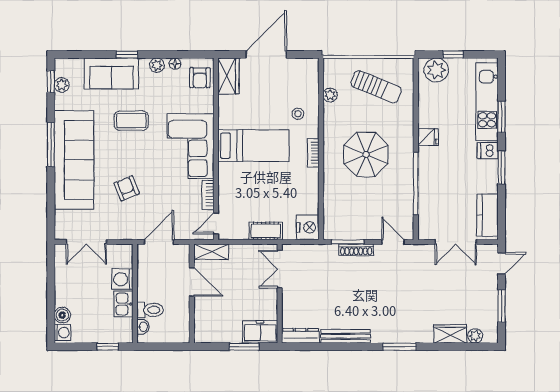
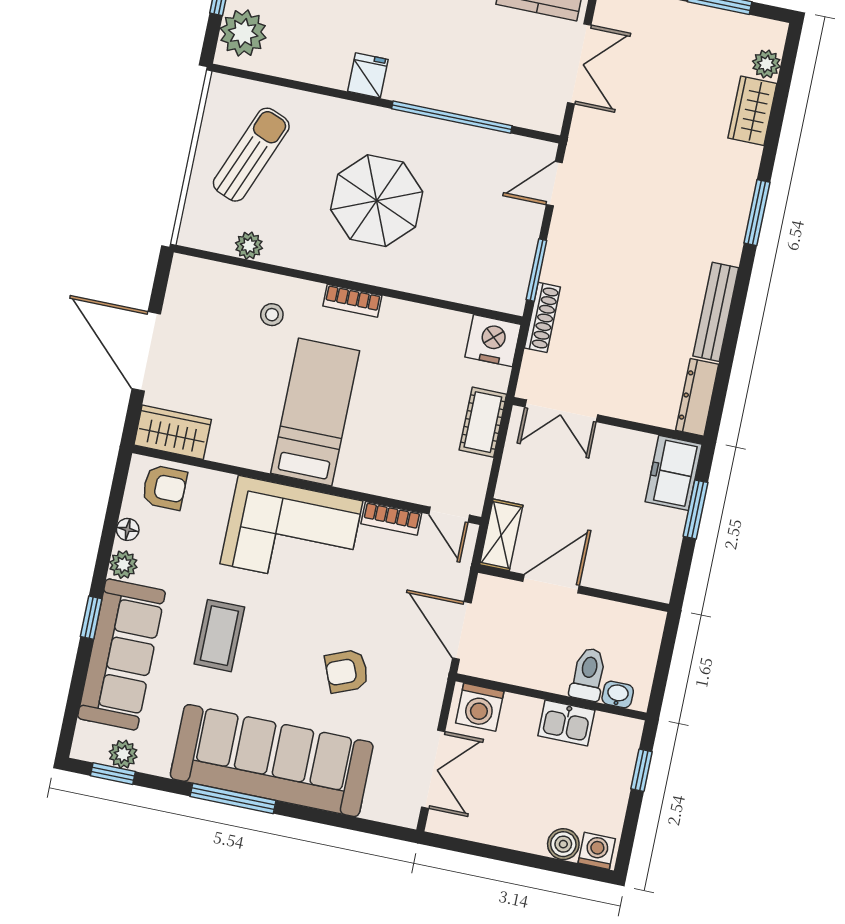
sofa: (112, 74) -> (122, 655), width x1.36
shoe rack: (356, 250) -> (542, 317), moved
washing machine: (122, 279) -> (480, 707), moved

